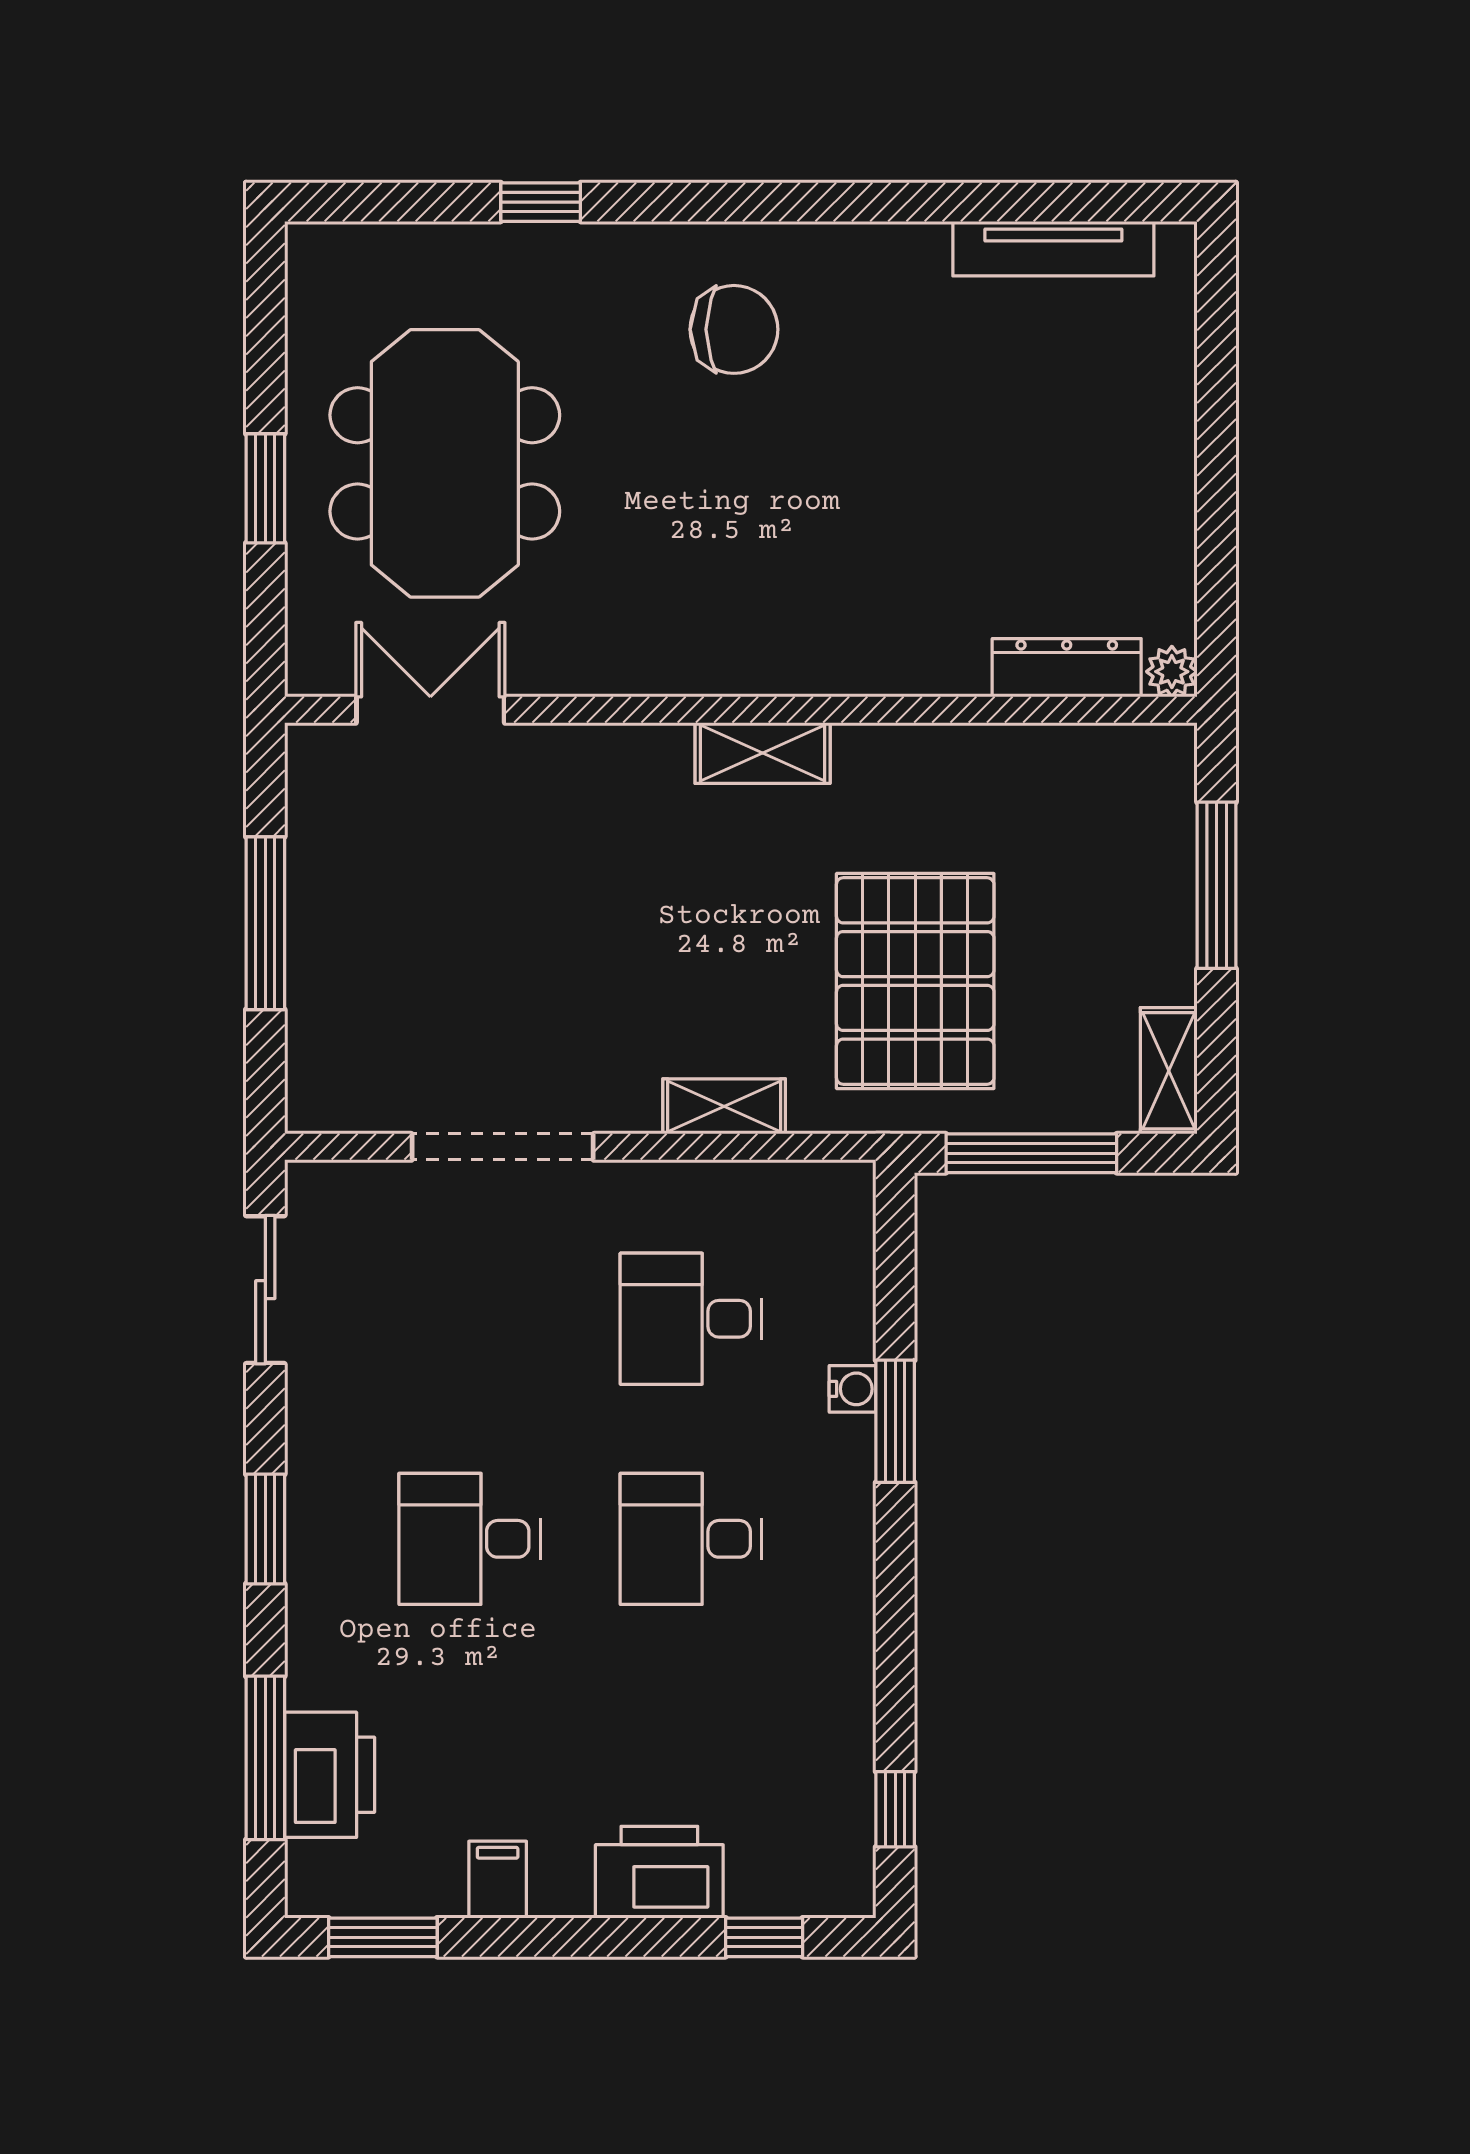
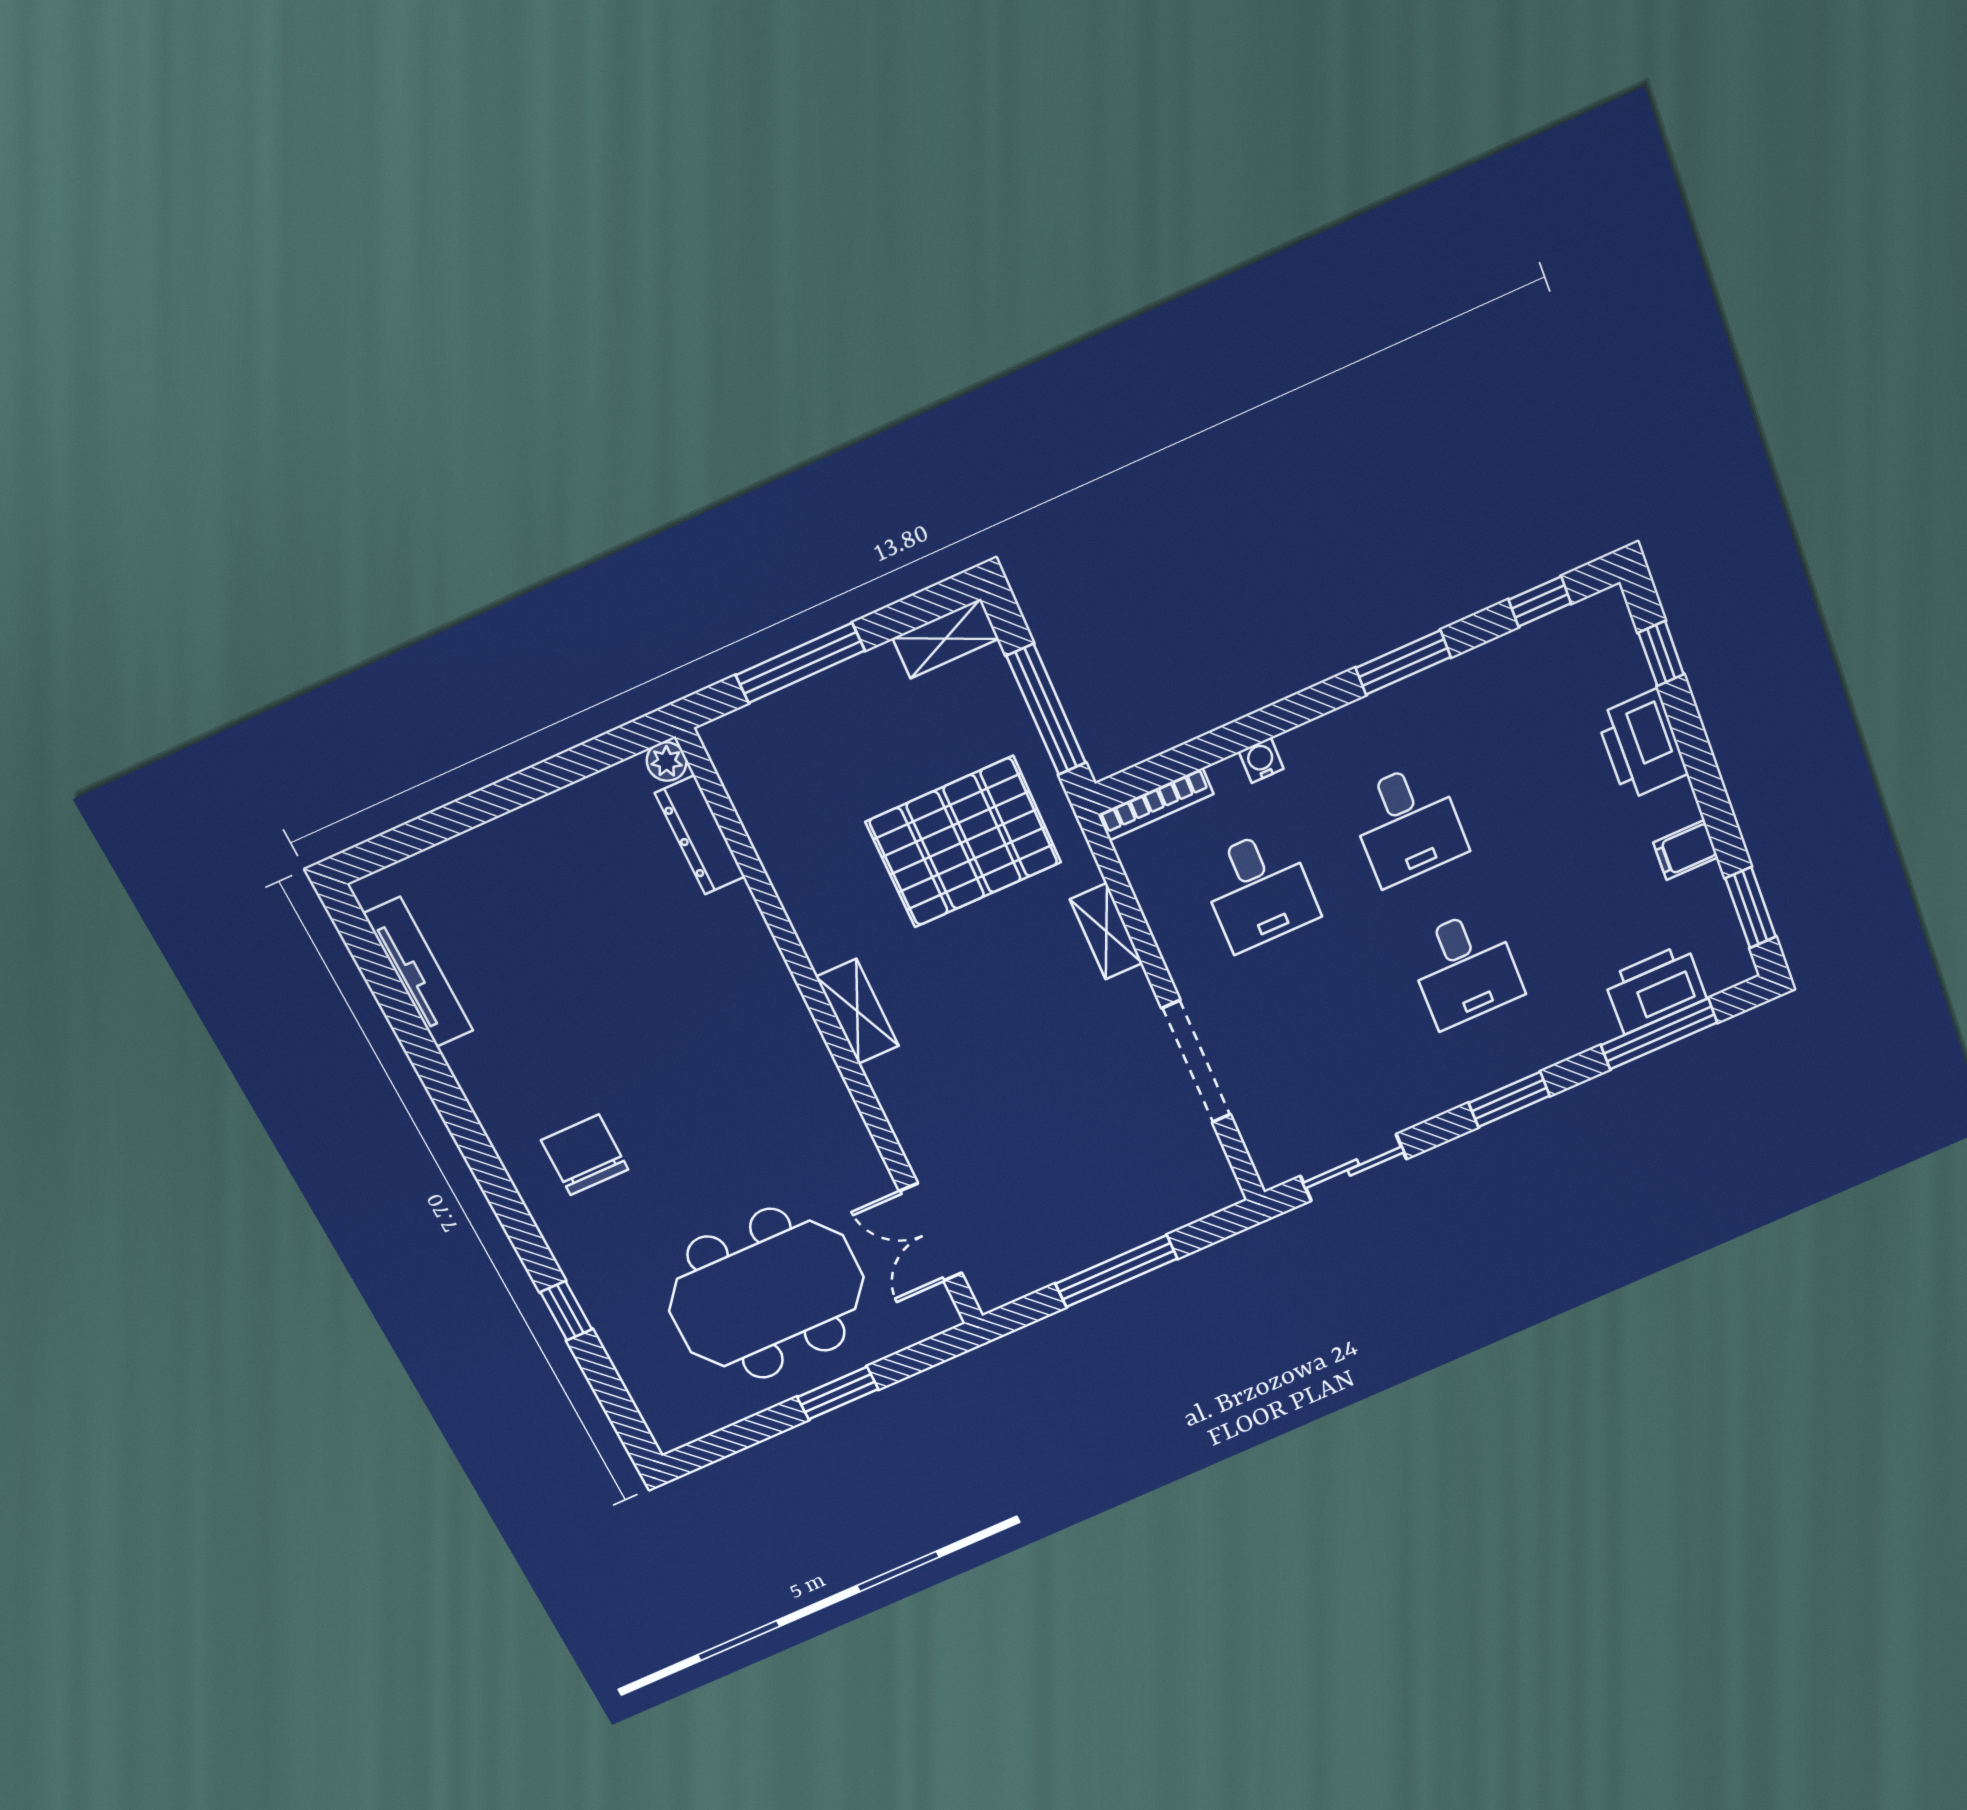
bookcase: (856, 1236) -> (1156, 804), added
window: (895, 1421) -> (1403, 662), moved

